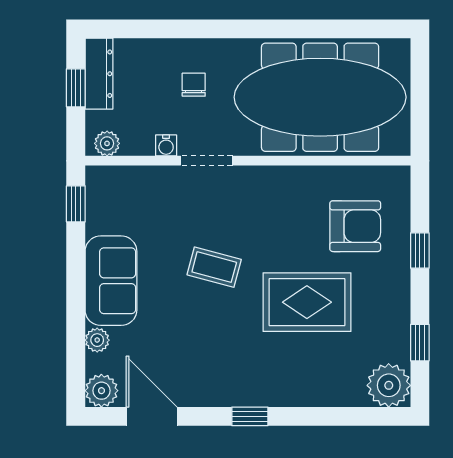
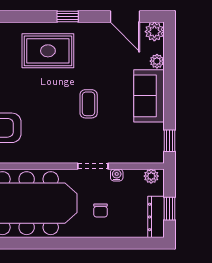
coffee table: (214, 267) -> (89, 104), turned 75
rug: (307, 302) -> (48, 51), moved

